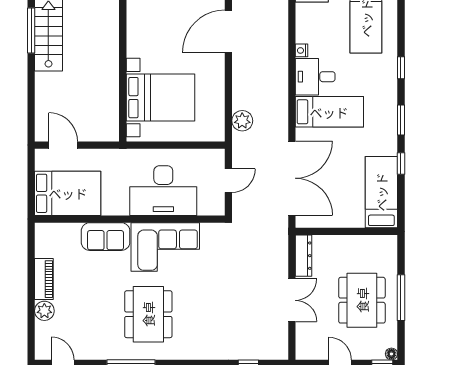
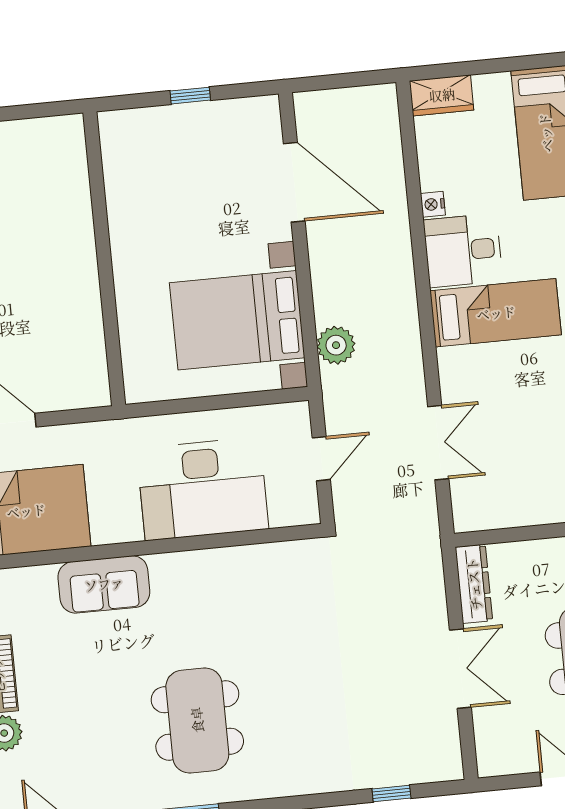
door: (228, 31) -> (294, 182), swing flipped
bed with nightstands: (160, 98) -> (237, 320), moved, turned 180
double door: (292, 178) -> (438, 443), width x0.54
corner sofa: (165, 247) -> (216, 593), removed

